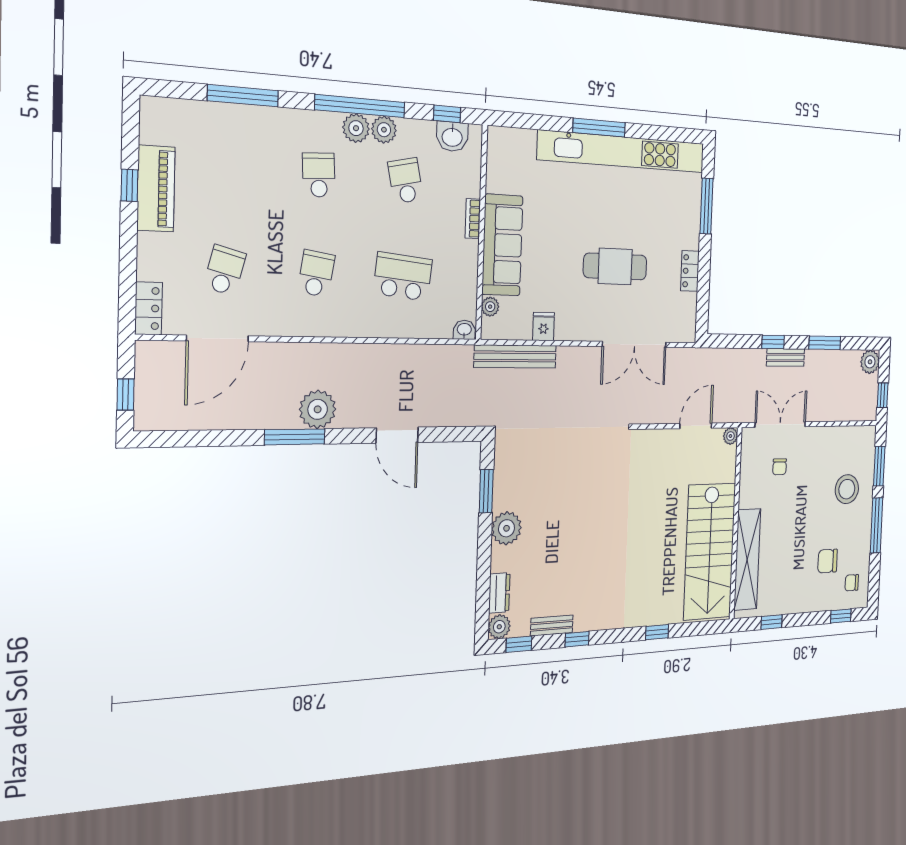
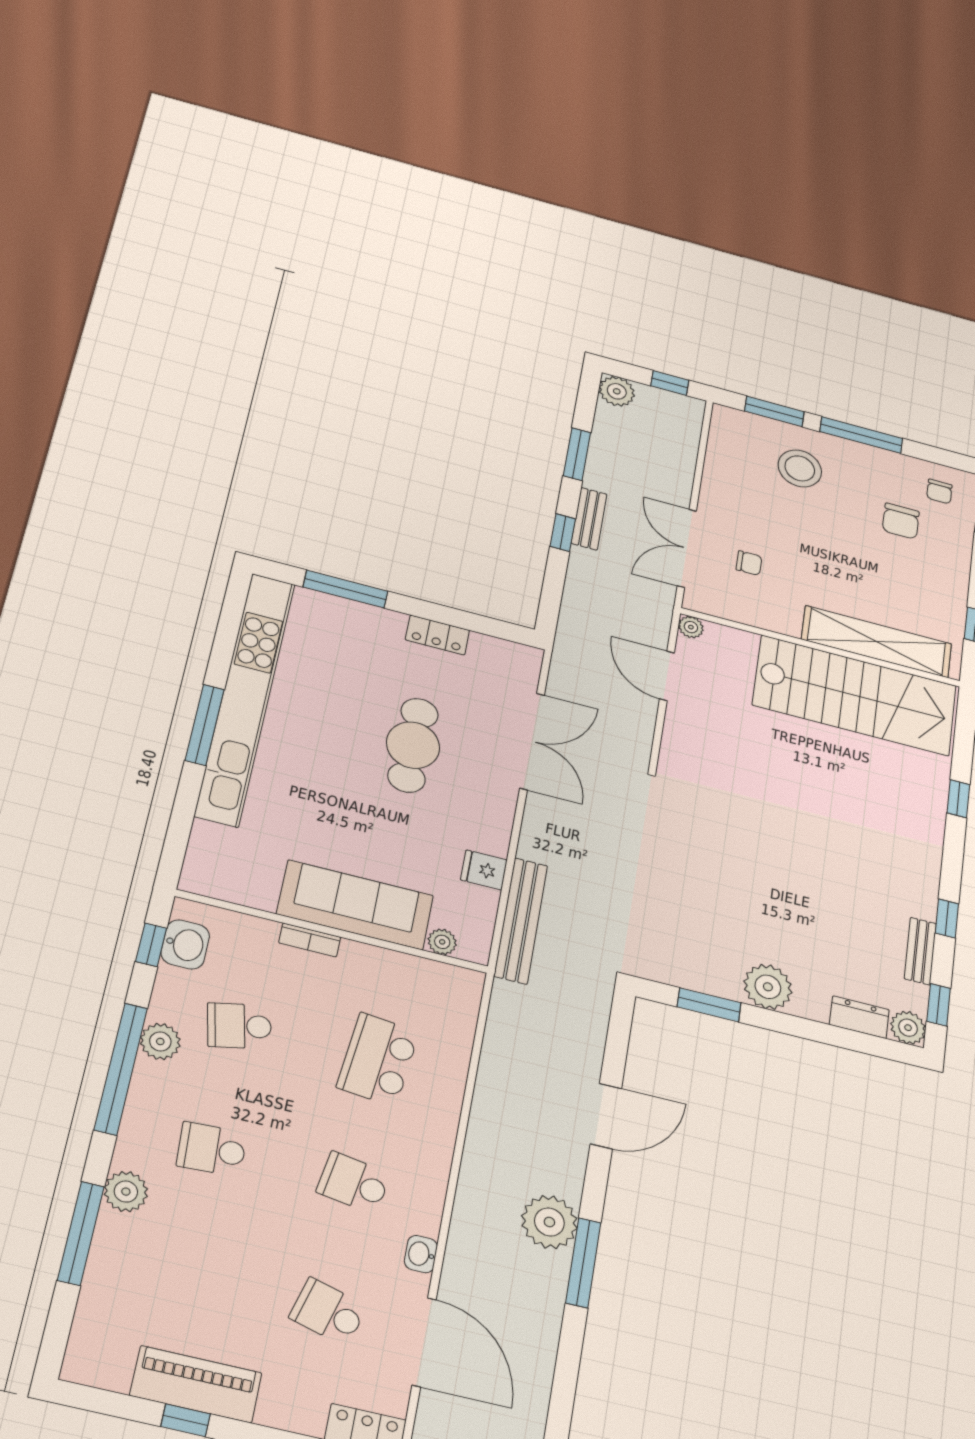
plant: (356, 128) -> (126, 1192), moved
washbasin: (464, 330) -> (421, 1254), moved

